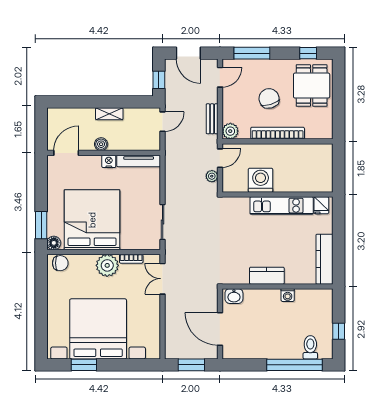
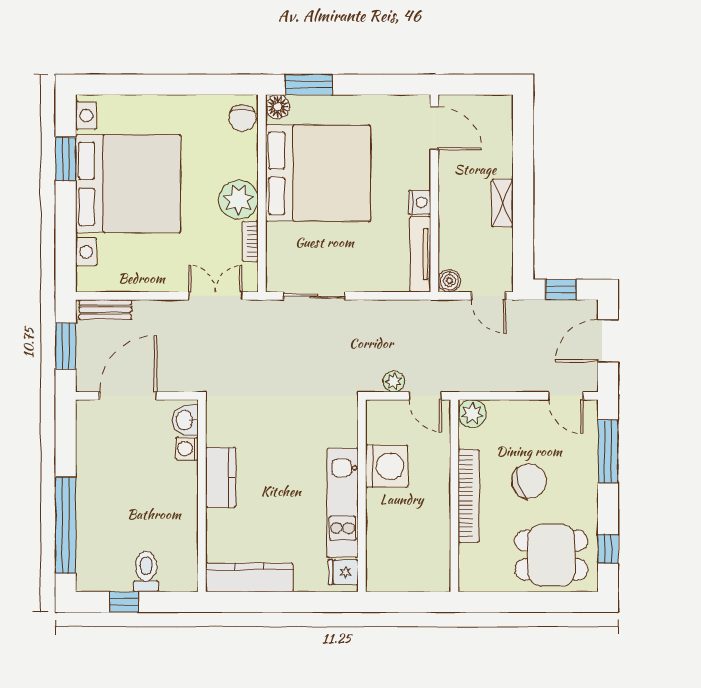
bench: (212, 119) -> (105, 310), moved
boiler: (101, 144) -> (449, 281), moved
washing machine: (288, 295) -> (187, 449), moved
toilet: (310, 347) -> (146, 572), moved, turned -90

